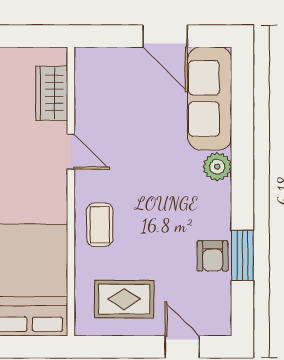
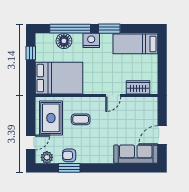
plant: (217, 167) -> (47, 157), moved
coffee table: (100, 225) -> (81, 119), moved
rug: (124, 299) -> (51, 118), width x1.36, depth x1.43

